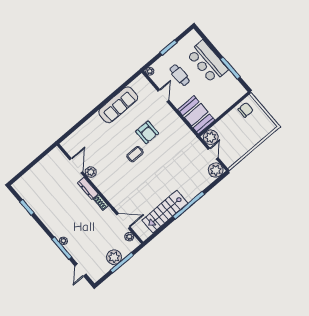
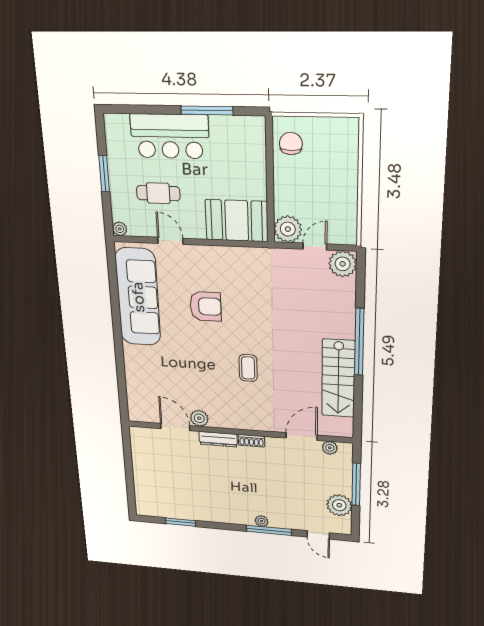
sofa: (118, 105) -> (138, 297), width x1.36, depth x1.27
coffee table: (135, 154) -> (248, 368), moved
door: (213, 154) -> (315, 247), hinge flipped
plant: (114, 257) -> (339, 505), moved

